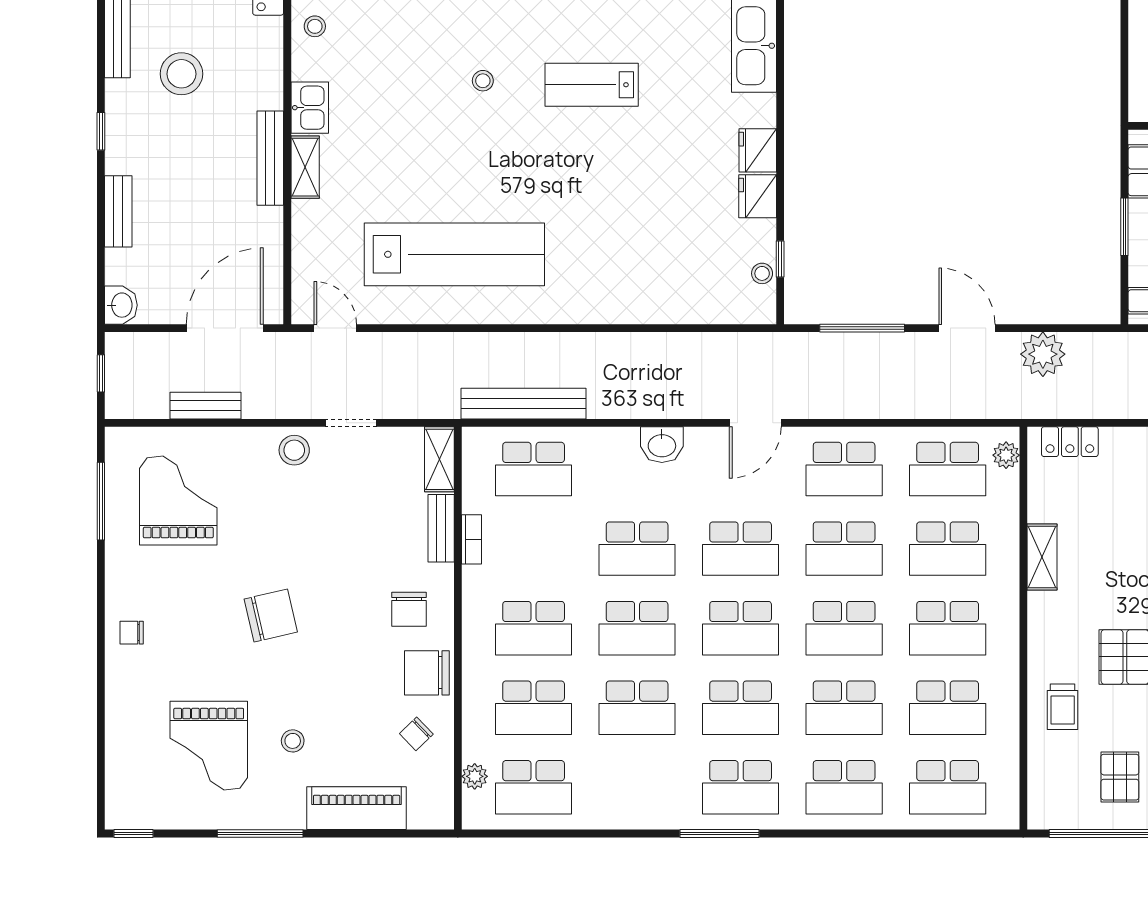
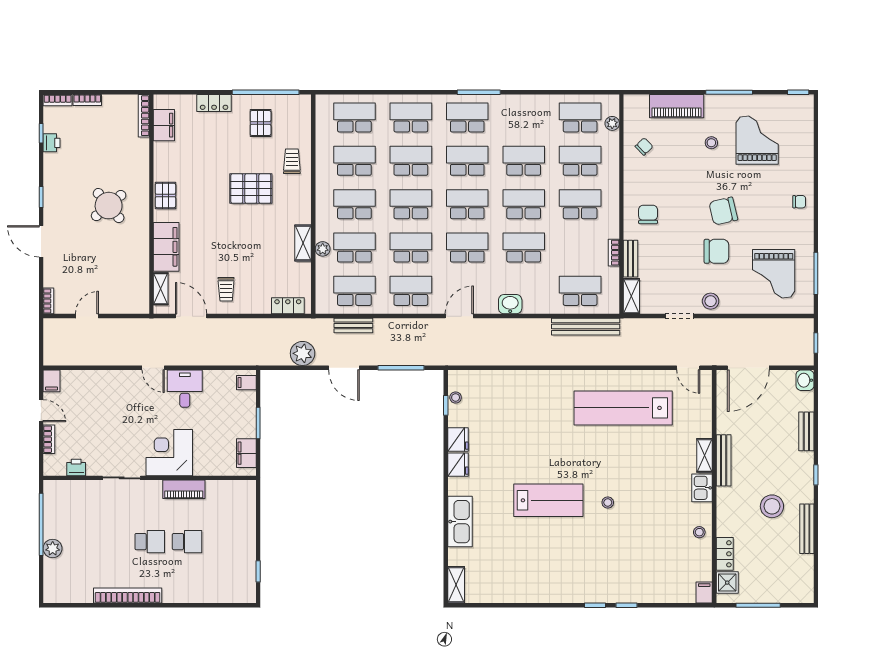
lab bench: (592, 85) -> (548, 500), width x1.36, depth x1.39
bench: (205, 406) -> (353, 325), moved
plant: (1006, 455) -> (323, 249), moved
chair: (427, 673) -> (716, 251), moved

